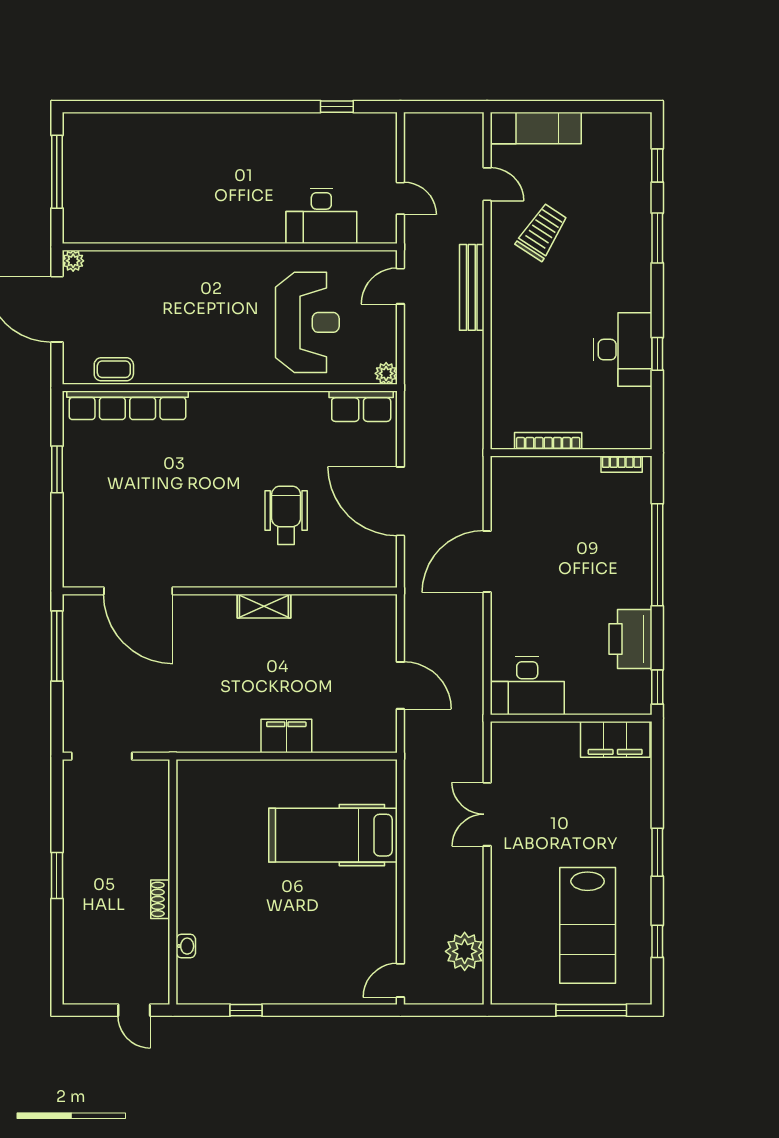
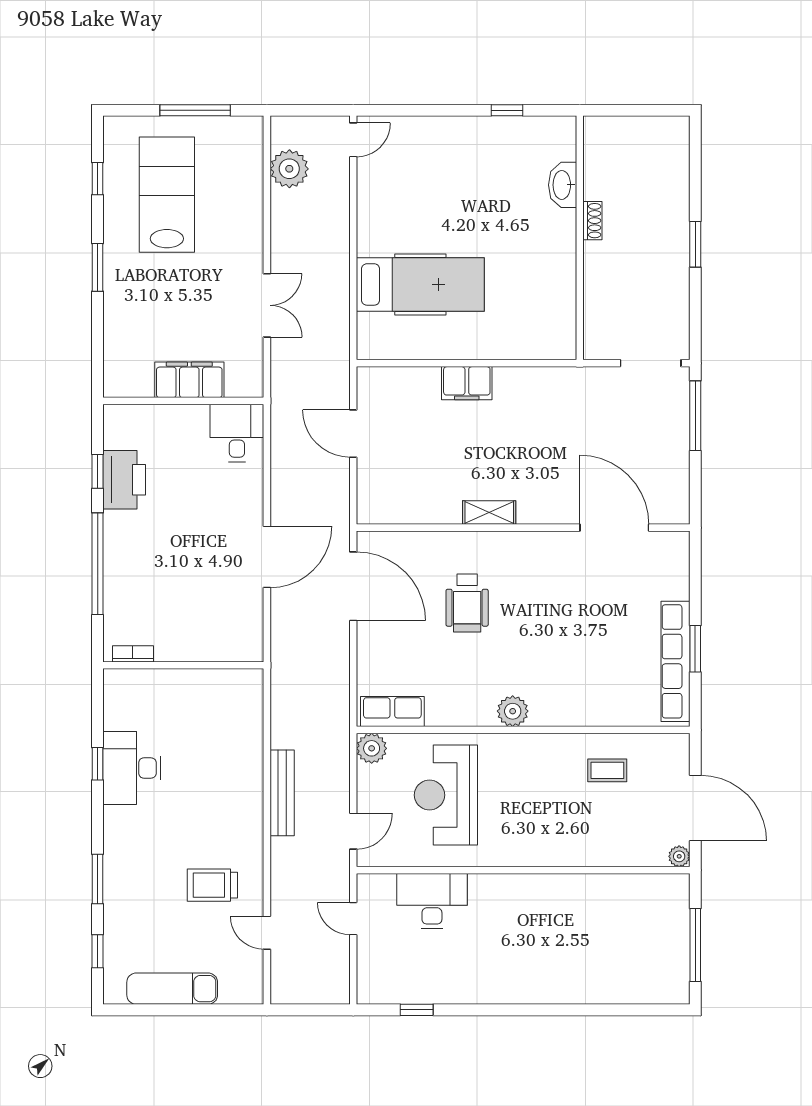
exam couch: (536, 128) -> (172, 989), moved
trolley: (542, 232) -> (212, 885), turned 57
bench: (472, 287) -> (282, 793), moved
coffee table: (114, 369) -> (607, 770), moved
plant: (386, 373) -> (372, 748), width x1.38, depth x1.38
row of seats: (127, 405) -> (675, 661), moved, turned -90
plant: (240, 407) -> (513, 711), added
bookcase: (548, 441) -> (206, 677), removed
door: (400, 501) -> (353, 586), moved
window: (57, 646) -> (695, 416), moved
desk: (527, 686) -> (237, 433), width x0.73
window: (657, 687) -> (98, 471), moved
filing cabinet: (615, 739) -> (189, 380), moved
washbasin: (186, 946) -> (563, 185), width x1.91, depth x1.45
door: (134, 1010) -> (618, 110), removed
window: (591, 1010) -> (195, 110), moved

